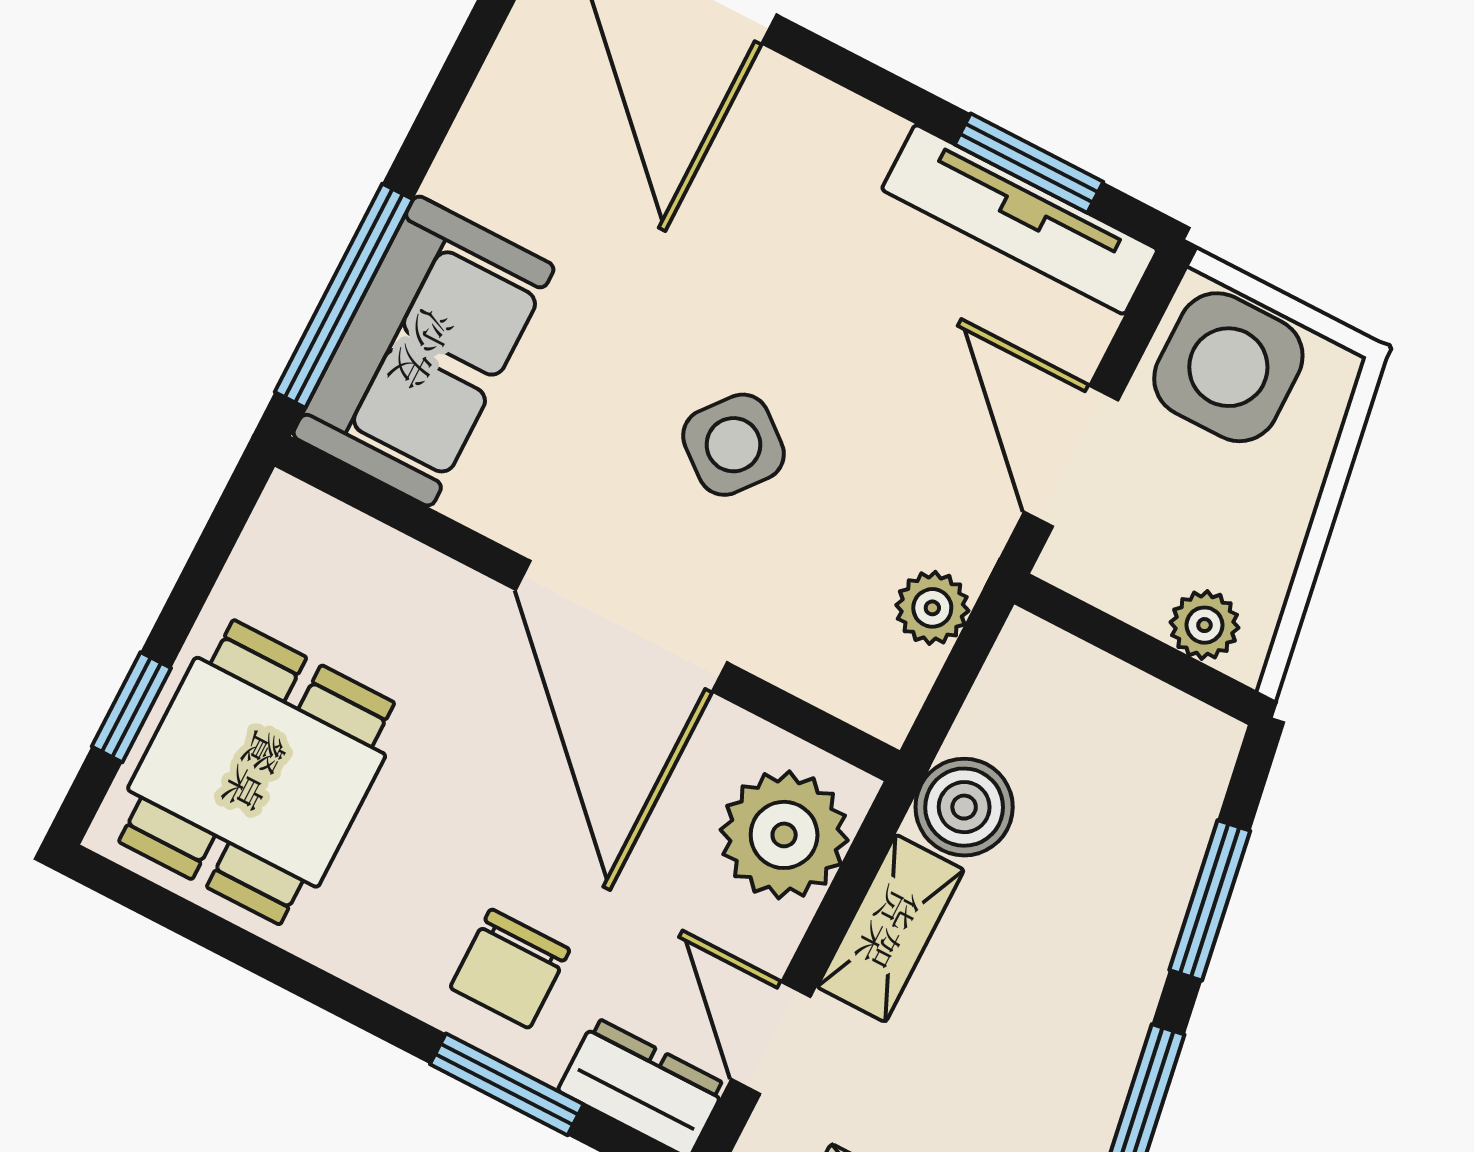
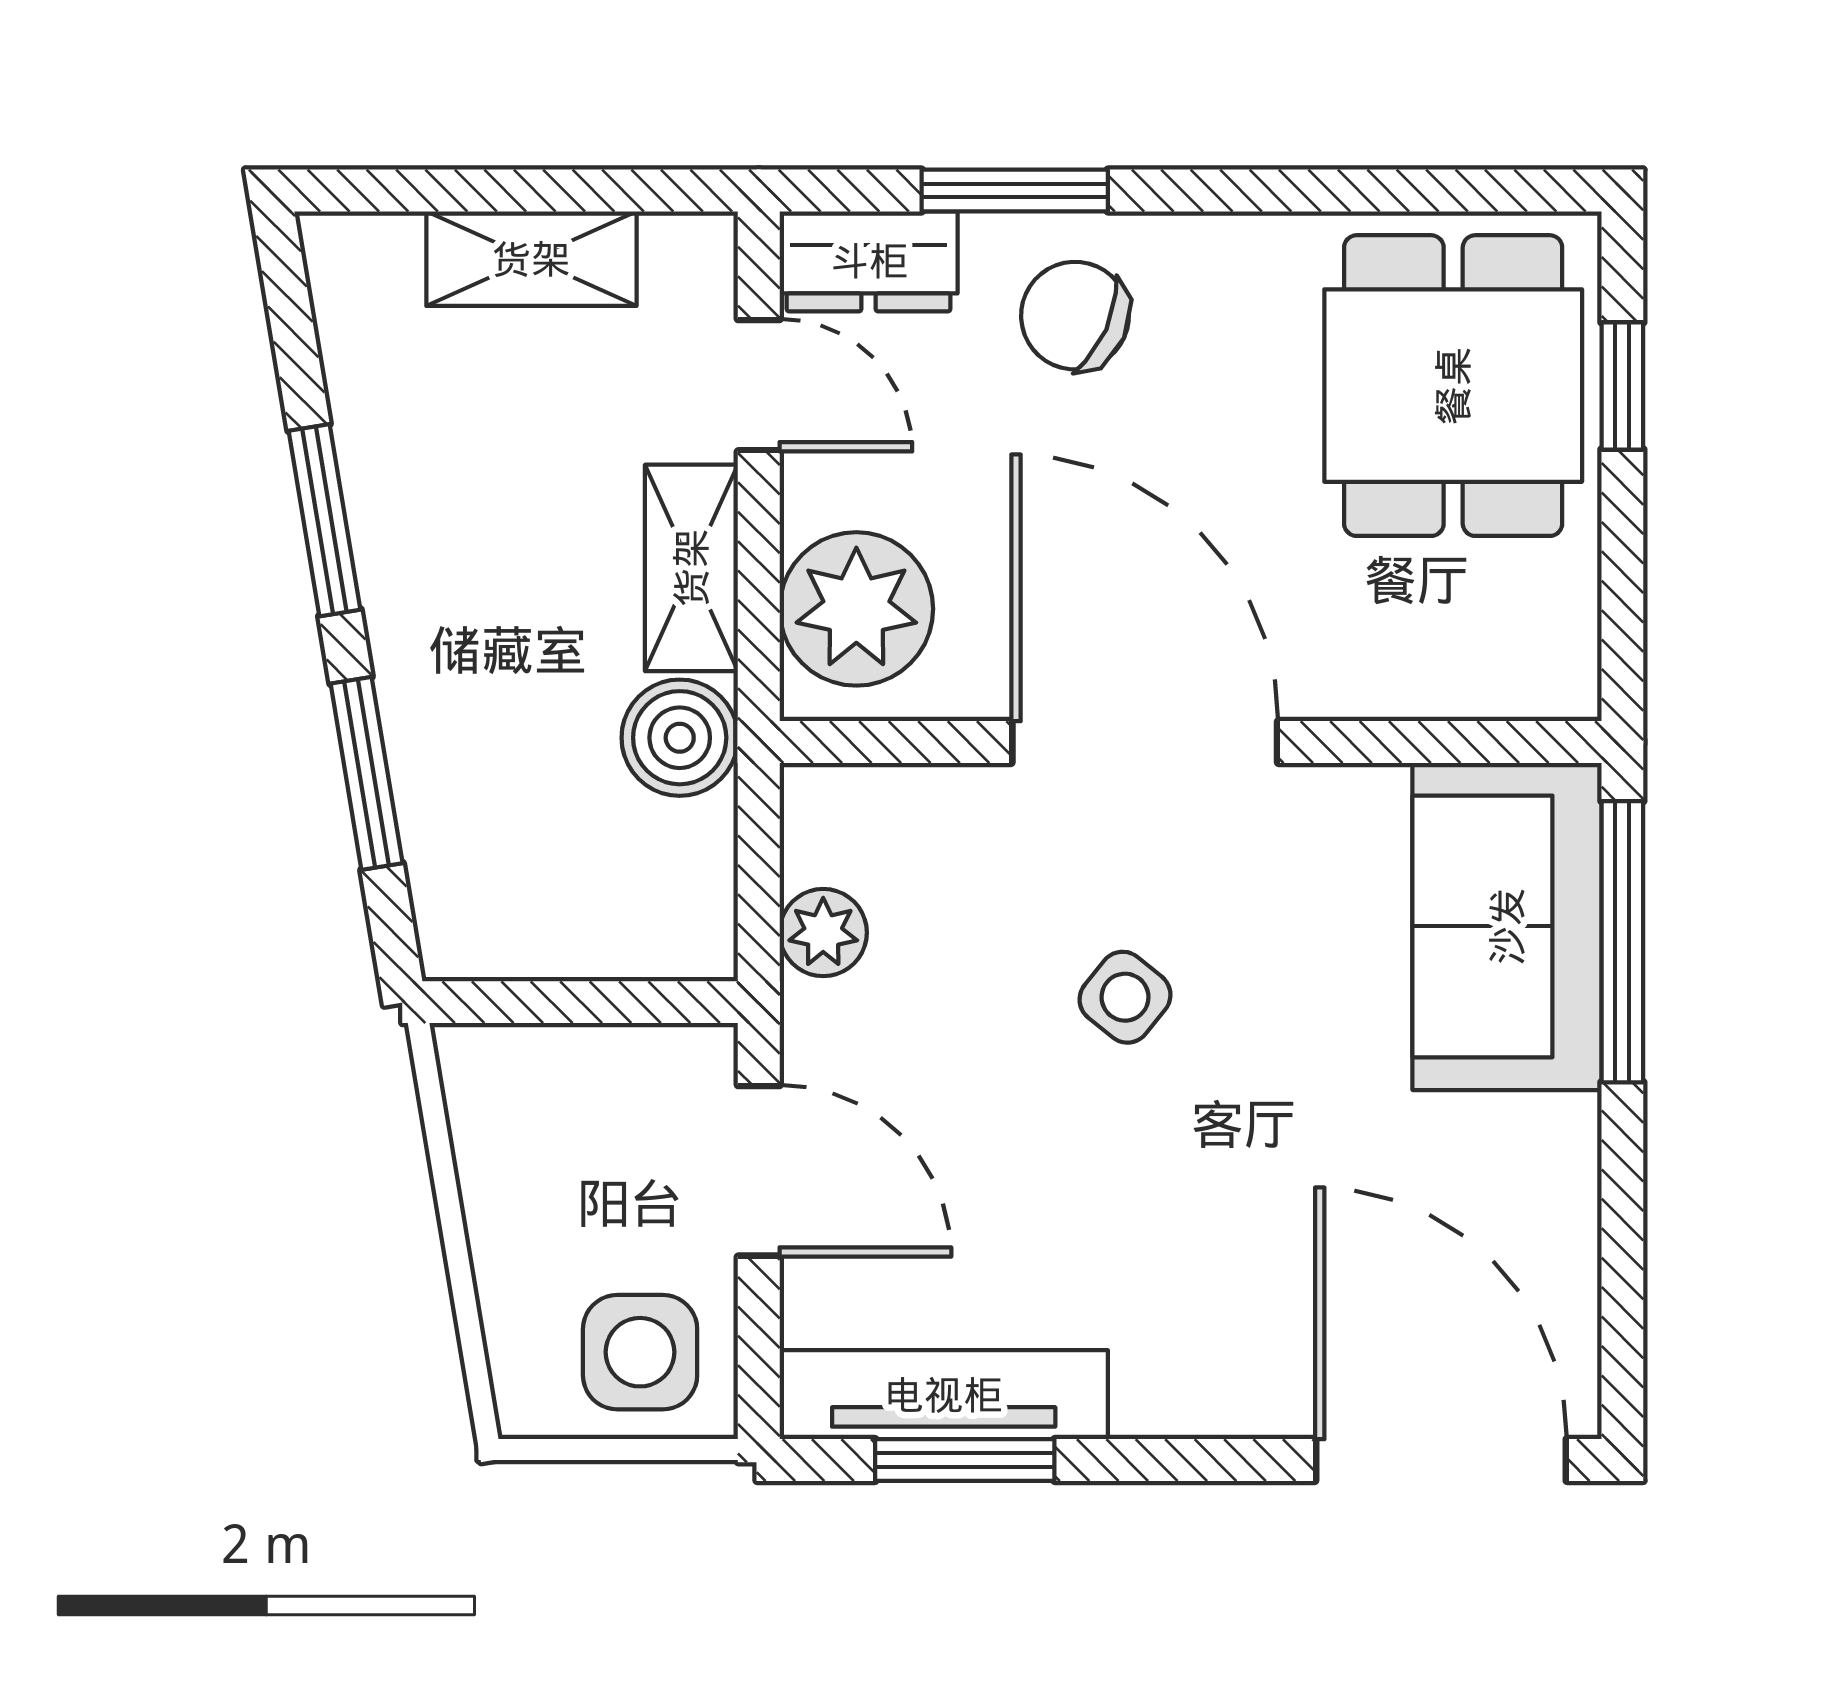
side table: (1228, 367) -> (640, 1352), width x0.73, depth x0.73
side table: (733, 445) -> (1125, 997), width x0.73, depth x0.73
plant: (1204, 625) -> (524, 1064), removed
chair: (510, 969) -> (1075, 316), turned -66

